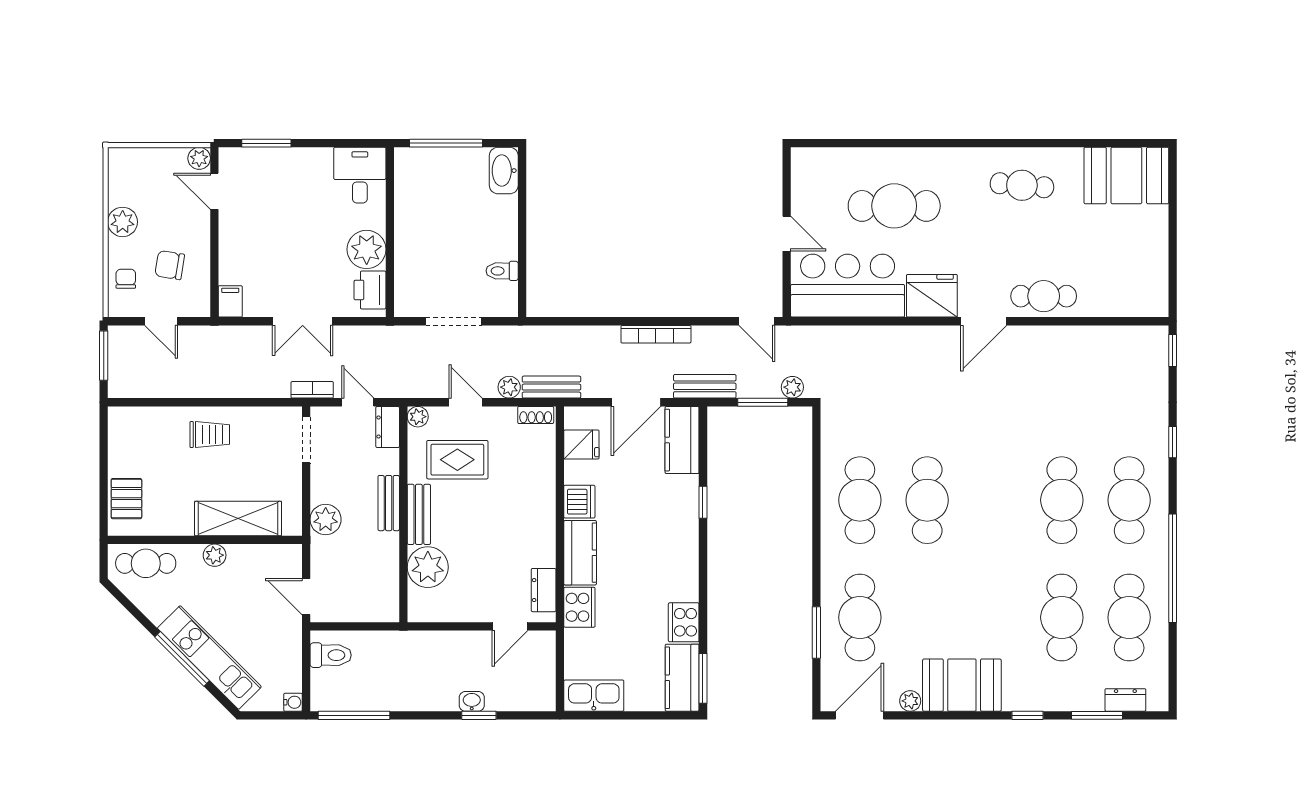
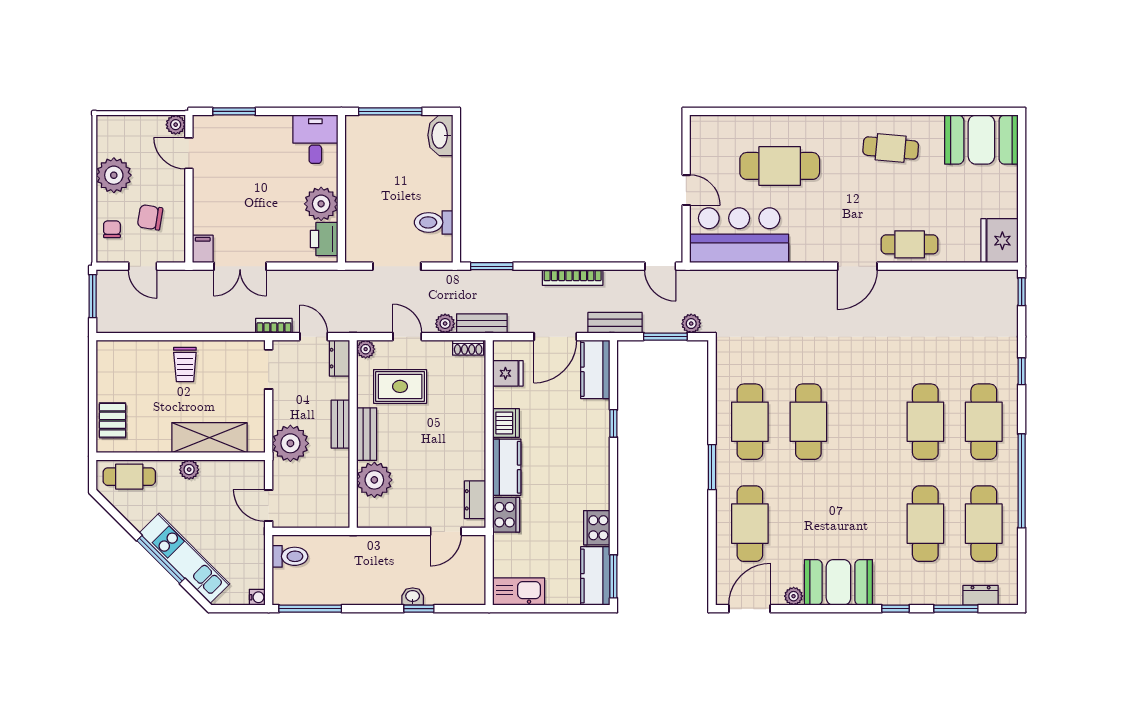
plant: (123, 222) -> (114, 175), width x1.36, depth x1.36
toilet: (502, 271) -> (434, 222), width x1.37, depth x1.39
fridge: (932, 296) -> (999, 241), moved, turned -90
double door: (303, 321) -> (240, 266), moved
window: (563, 321) -> (492, 266), added
trolley: (210, 435) -> (185, 365), turned 90
plant: (326, 519) -> (290, 443), width x1.36, depth x1.36
window: (816, 632) -> (712, 467), moved

